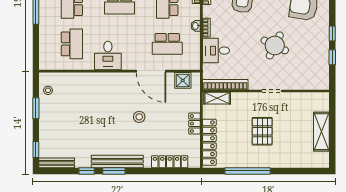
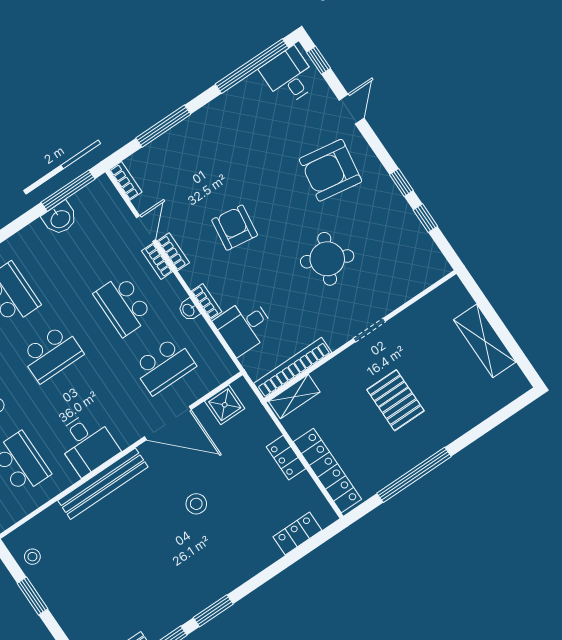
bench: (117, 161) -> (103, 484), moved
locker: (170, 162) -> (297, 534), width x0.66

